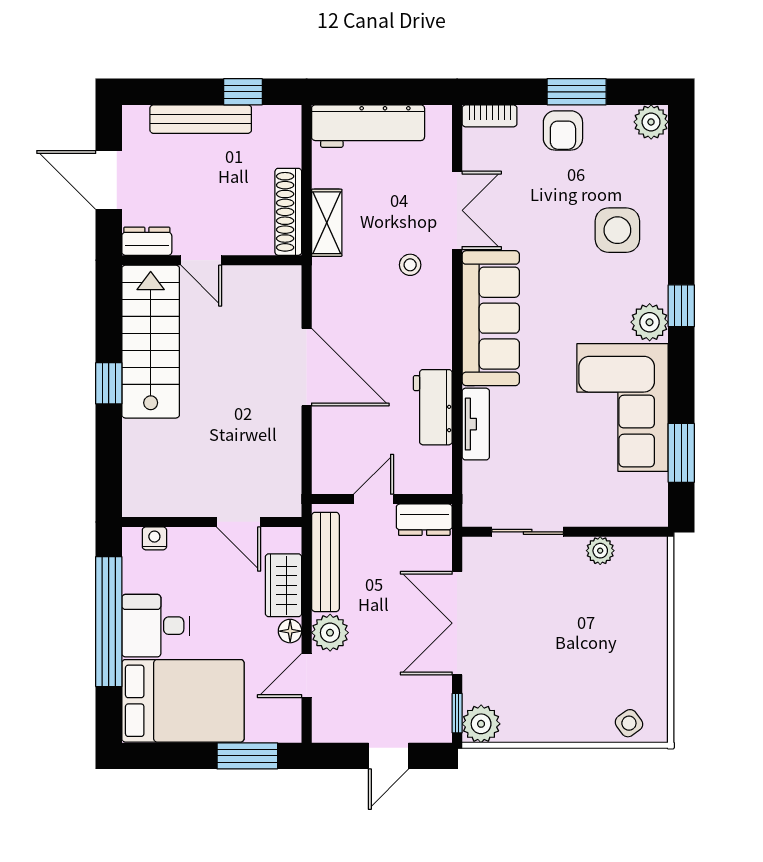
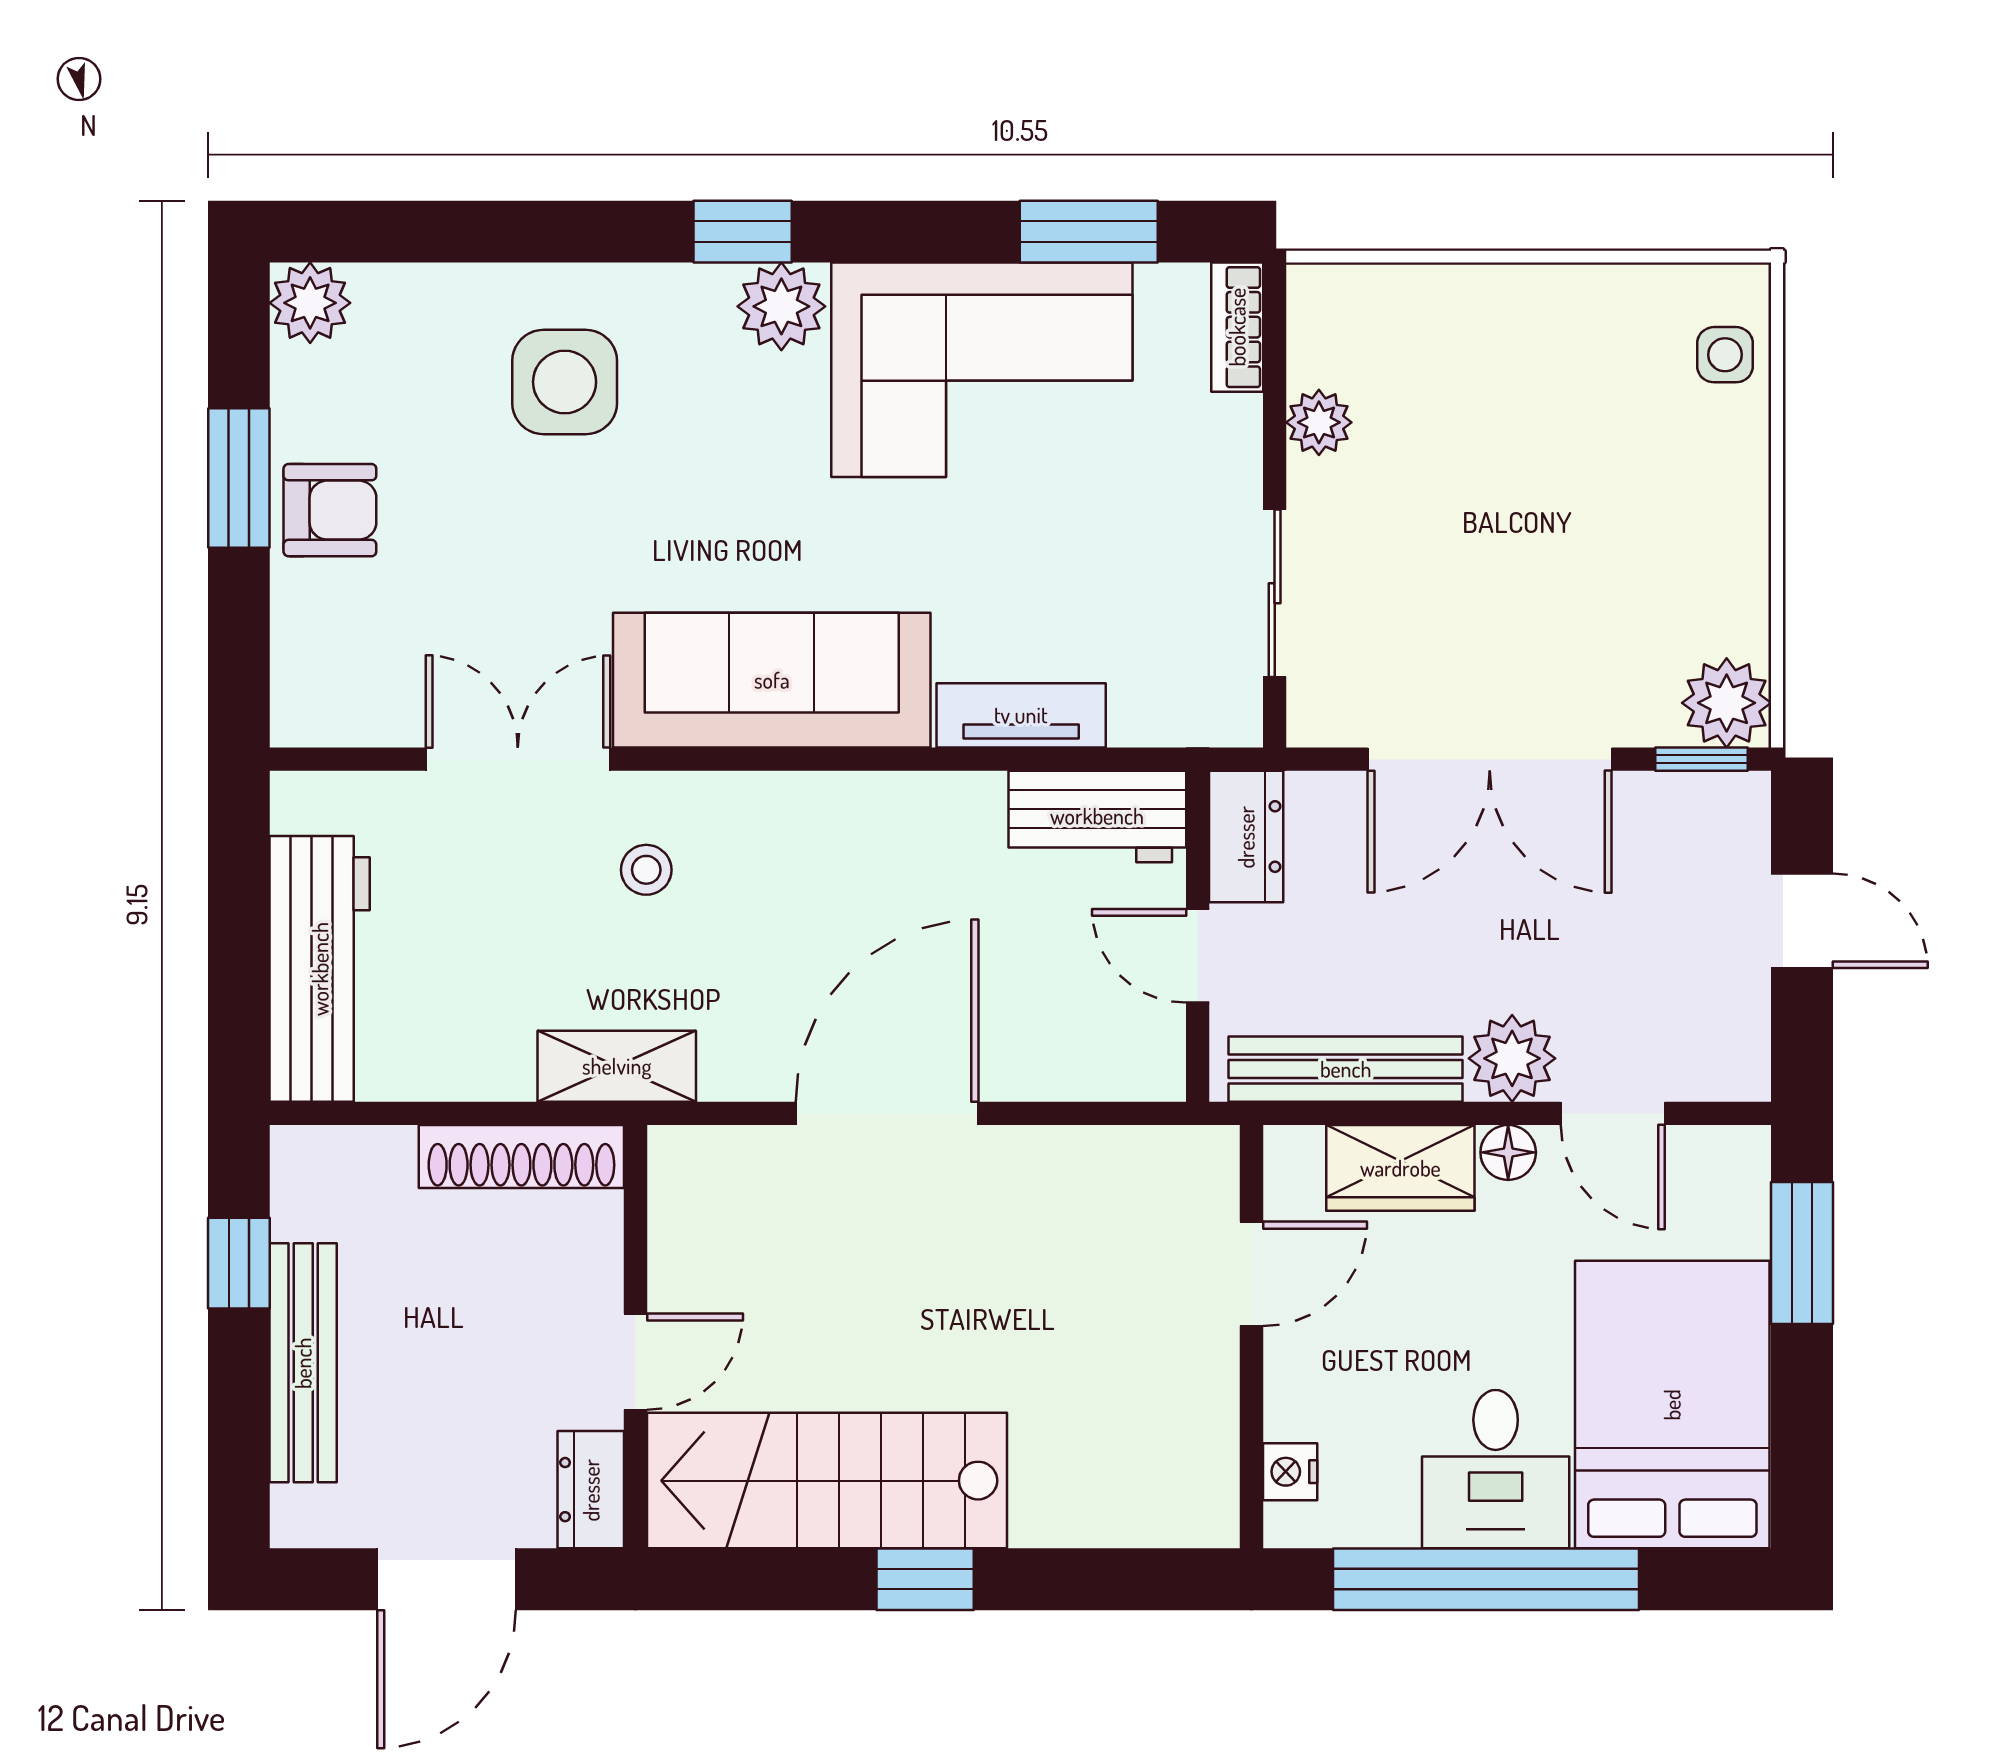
bookcase: (490, 116) -> (1237, 327), moved, turned 180
shelving: (327, 223) -> (617, 1066), moved
workbench: (433, 407) -> (1097, 816), moved
side table: (629, 723) -> (1725, 355), turned 36

